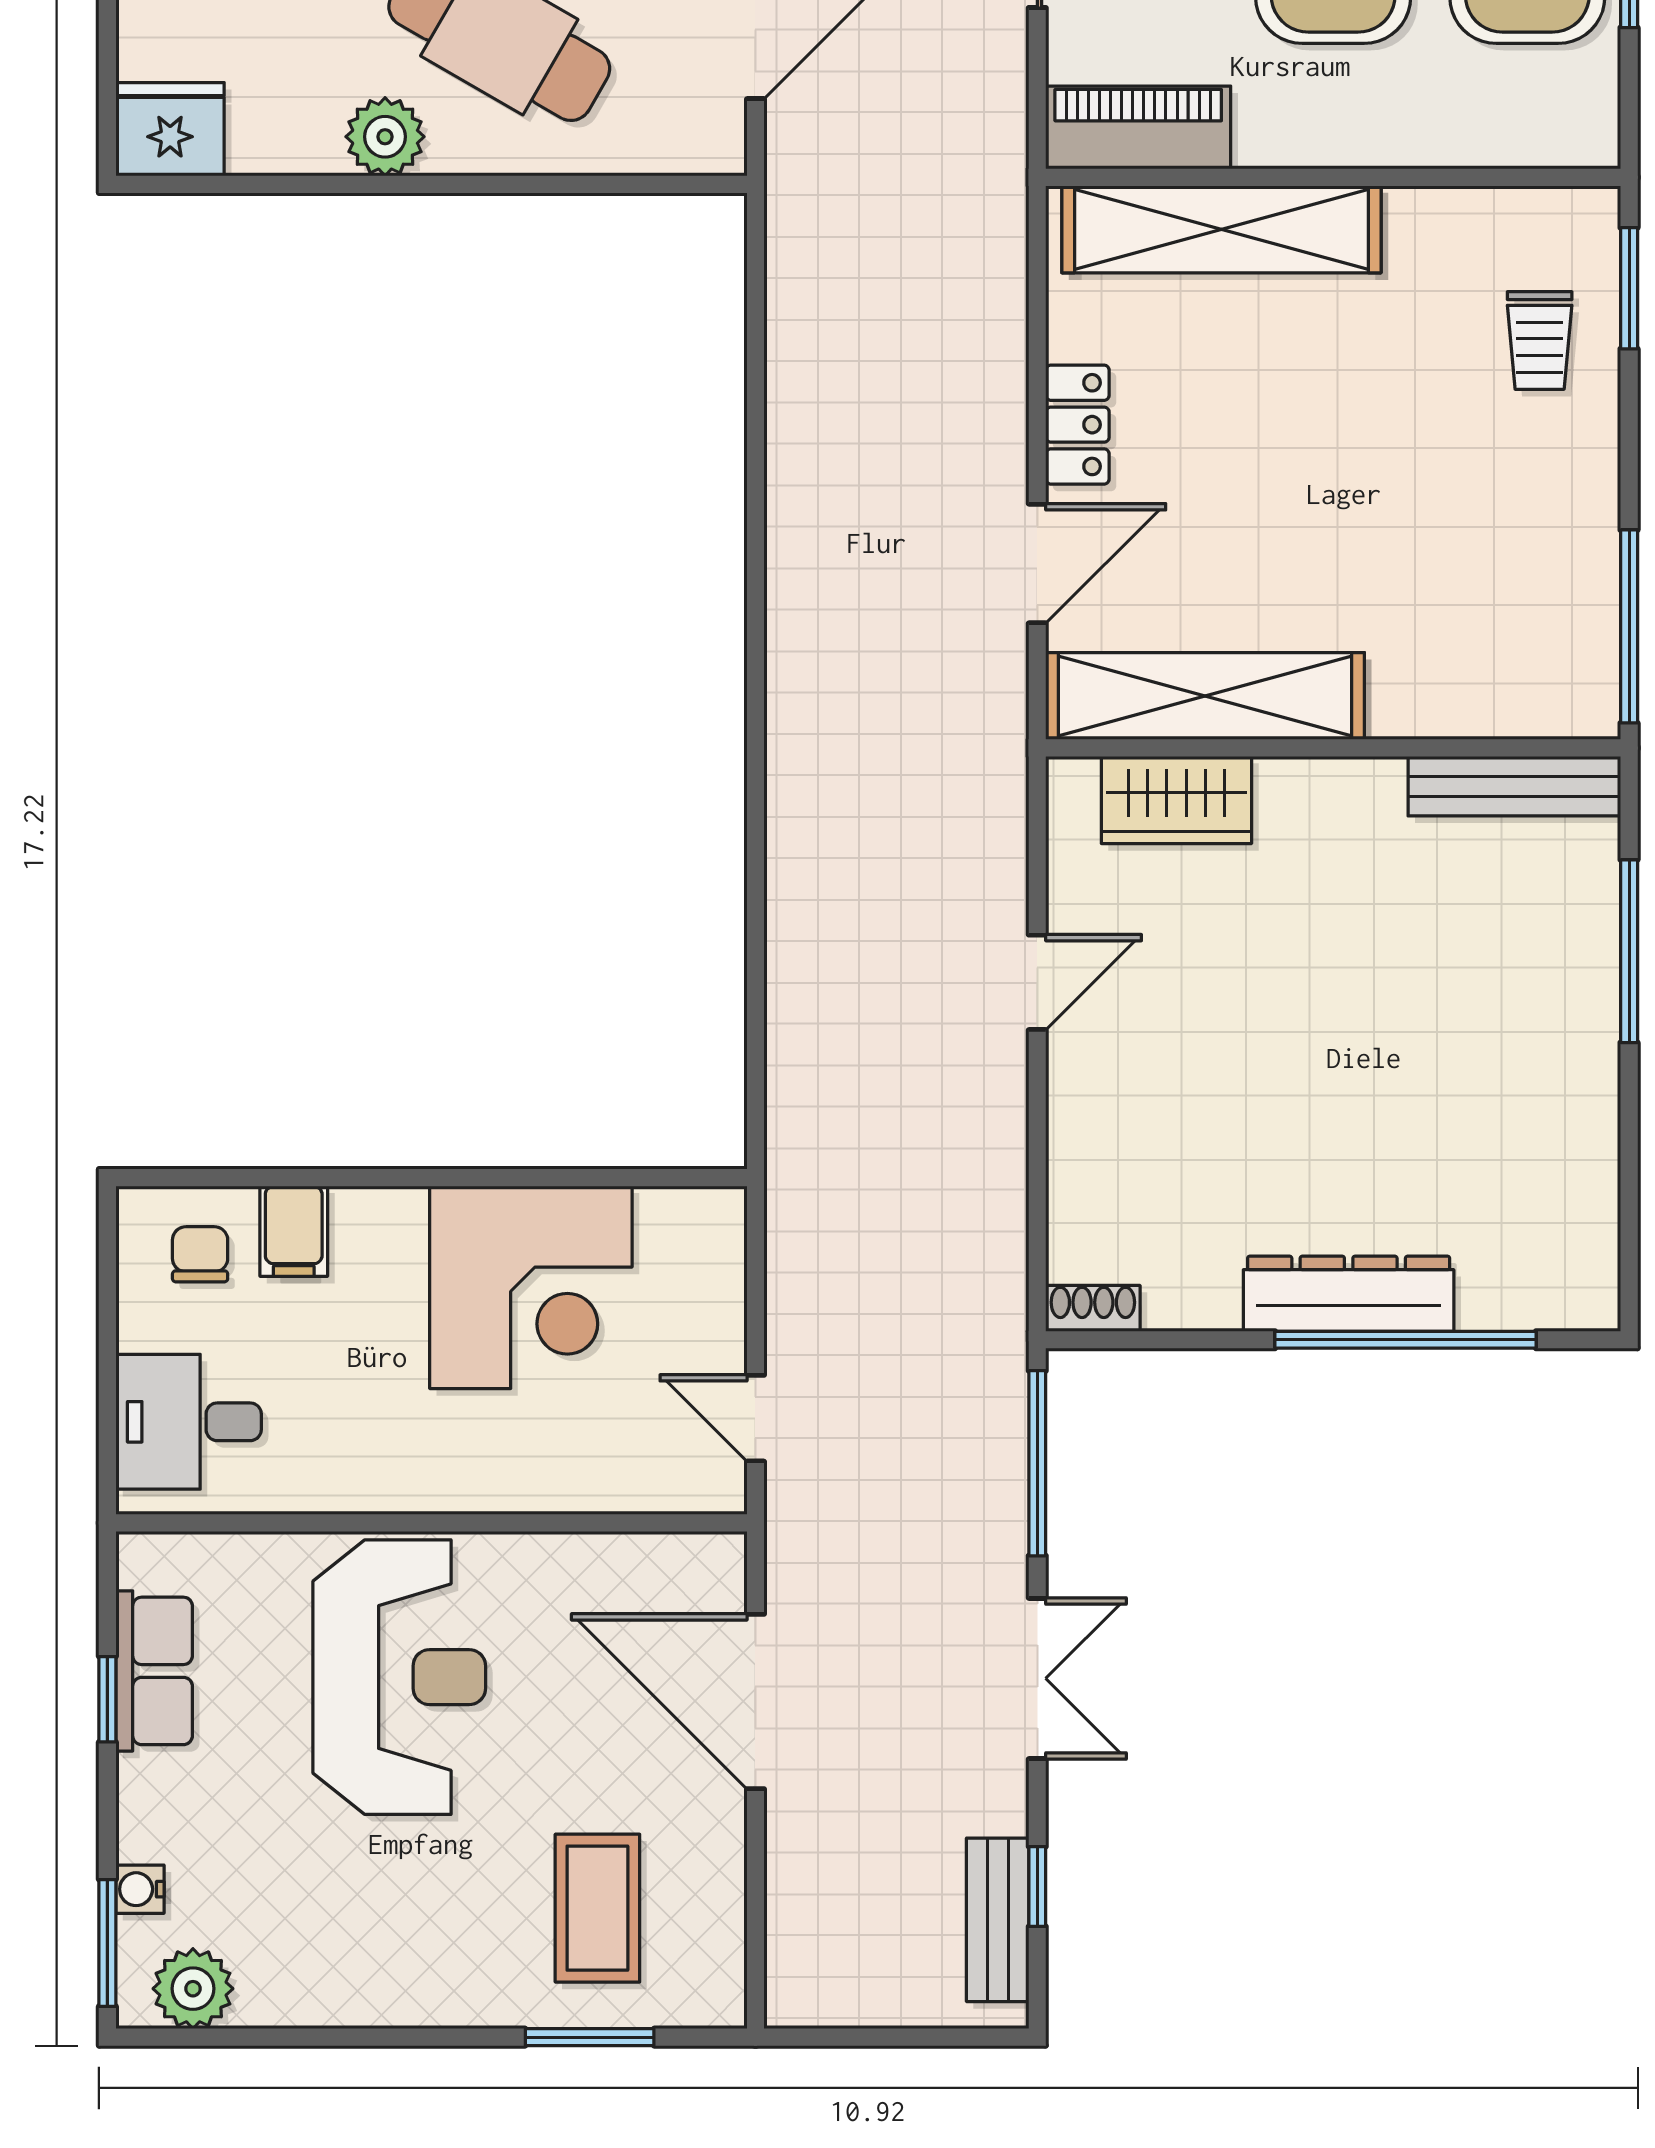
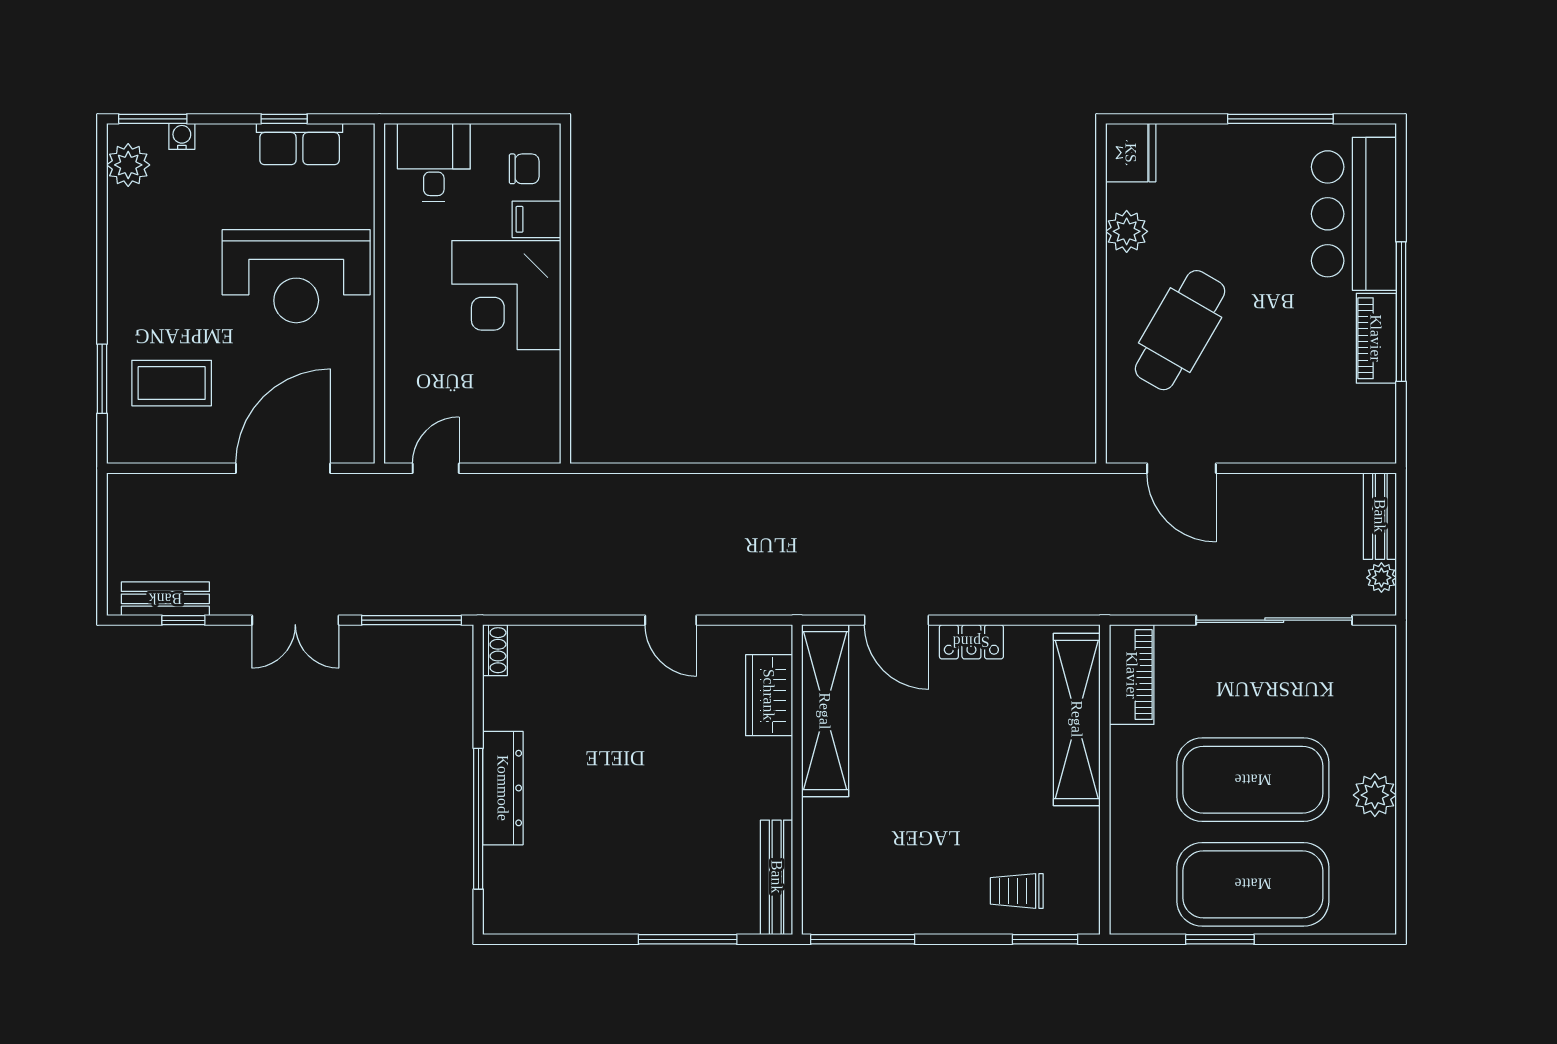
plant: (385, 137) -> (1127, 231), moved
corner desk: (531, 1287) -> (506, 295), moved

